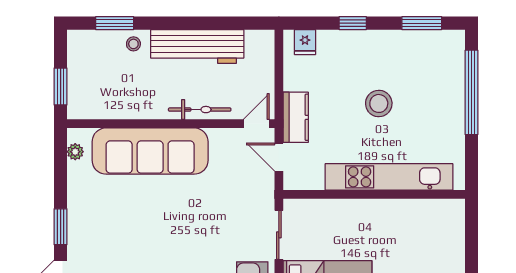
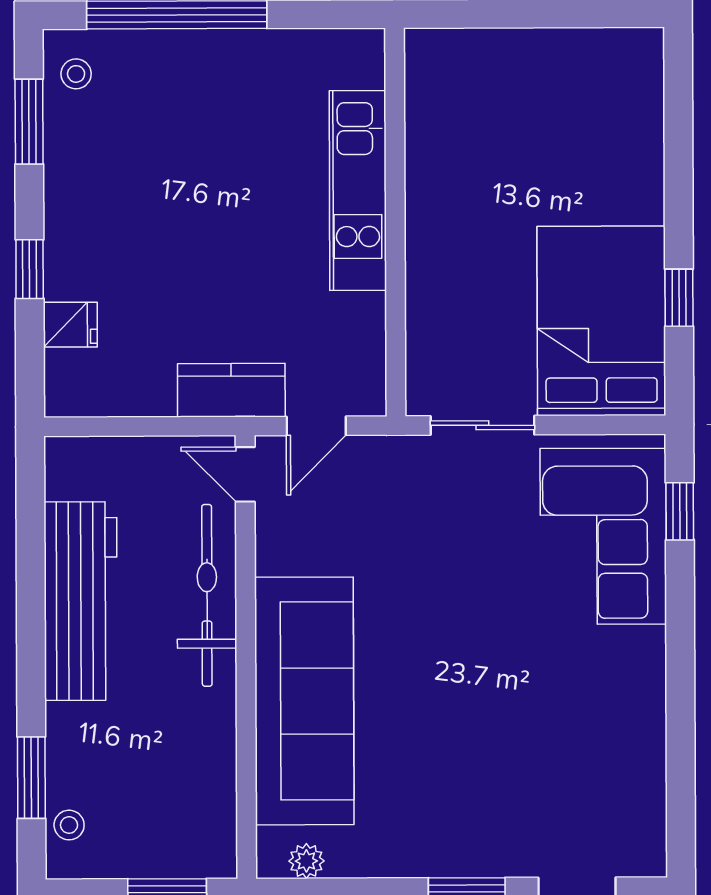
fridge: (305, 42) -> (70, 325), moved
stool: (133, 44) -> (69, 825), moved
stool: (379, 103) -> (76, 74), moved, width x0.53, depth x0.53
bicycle: (200, 110) -> (207, 595), width x1.37, depth x1.40
kitchen unit: (389, 177) -> (358, 191), width x0.73

